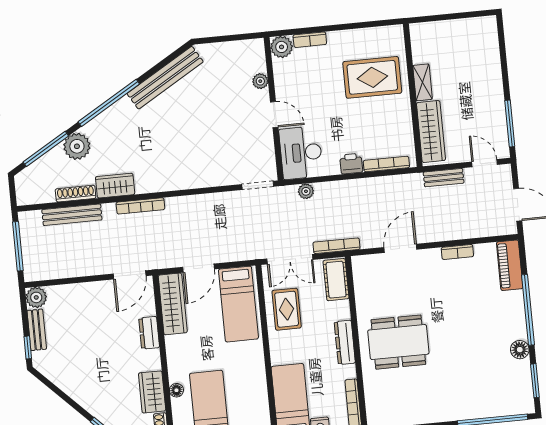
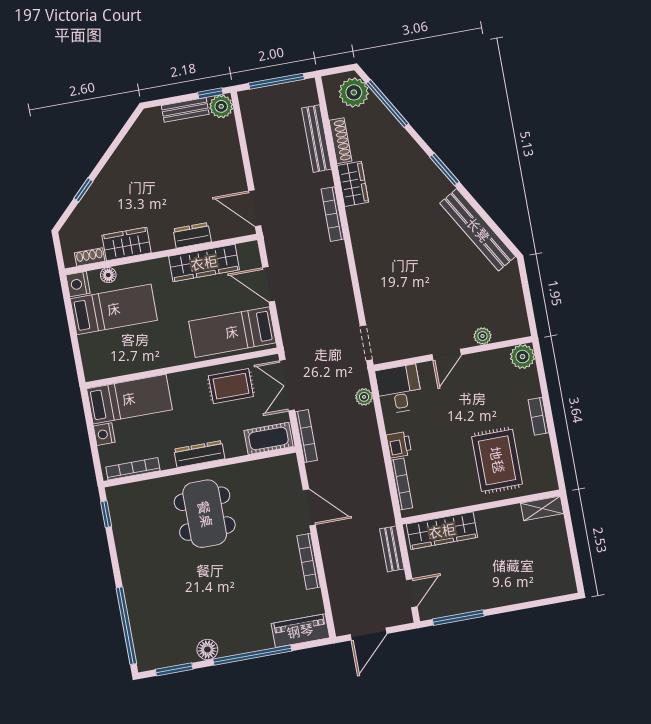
bookcase: (310, 40) -> (538, 416), moved
shelving: (423, 82) -> (542, 508), moved
window: (109, 103) -> (444, 169), width x0.47
plant: (77, 146) -> (354, 92), moved
desk: (301, 153) -> (399, 389), width x0.73
bookcase: (457, 252) -> (309, 561), width x1.56
wardrobe: (173, 304) -> (204, 263), moved
window: (28, 347) -> (210, 93), moved
floor lamp: (176, 390) -> (108, 275), moved

